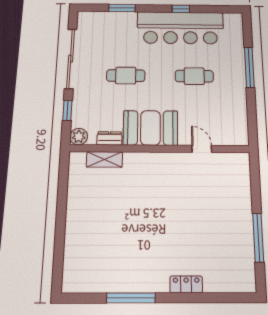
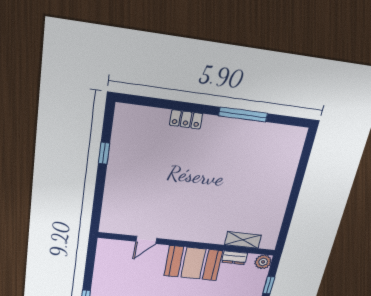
door: (202, 149) -> (146, 240), hinge flipped
window: (258, 237) -> (104, 153), width x0.46

